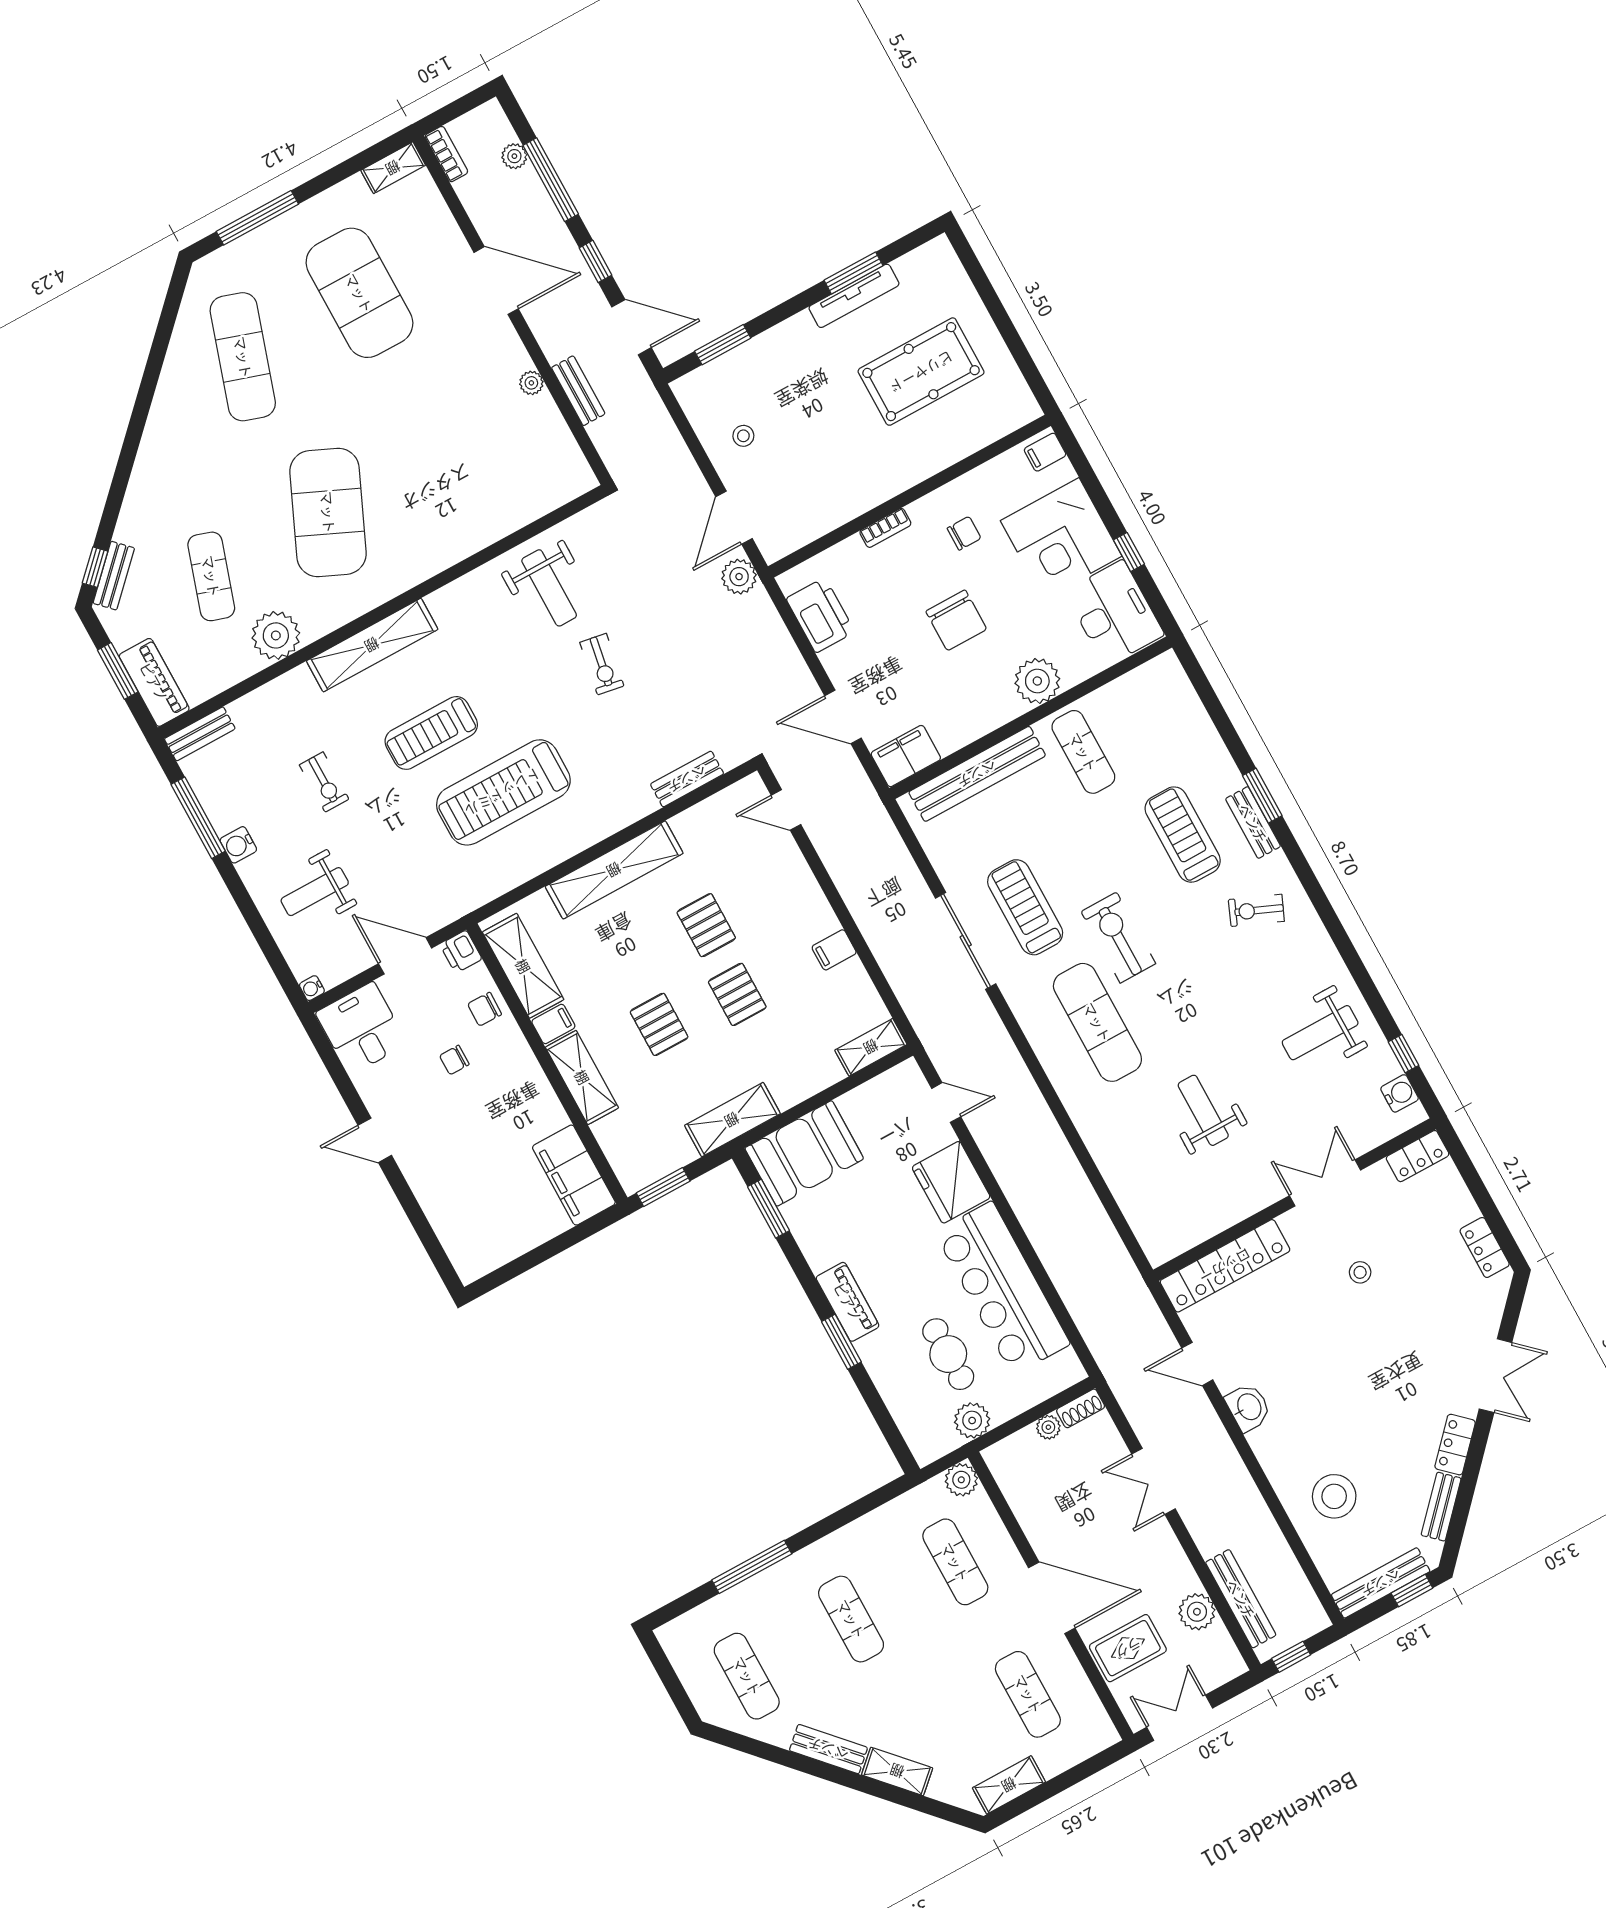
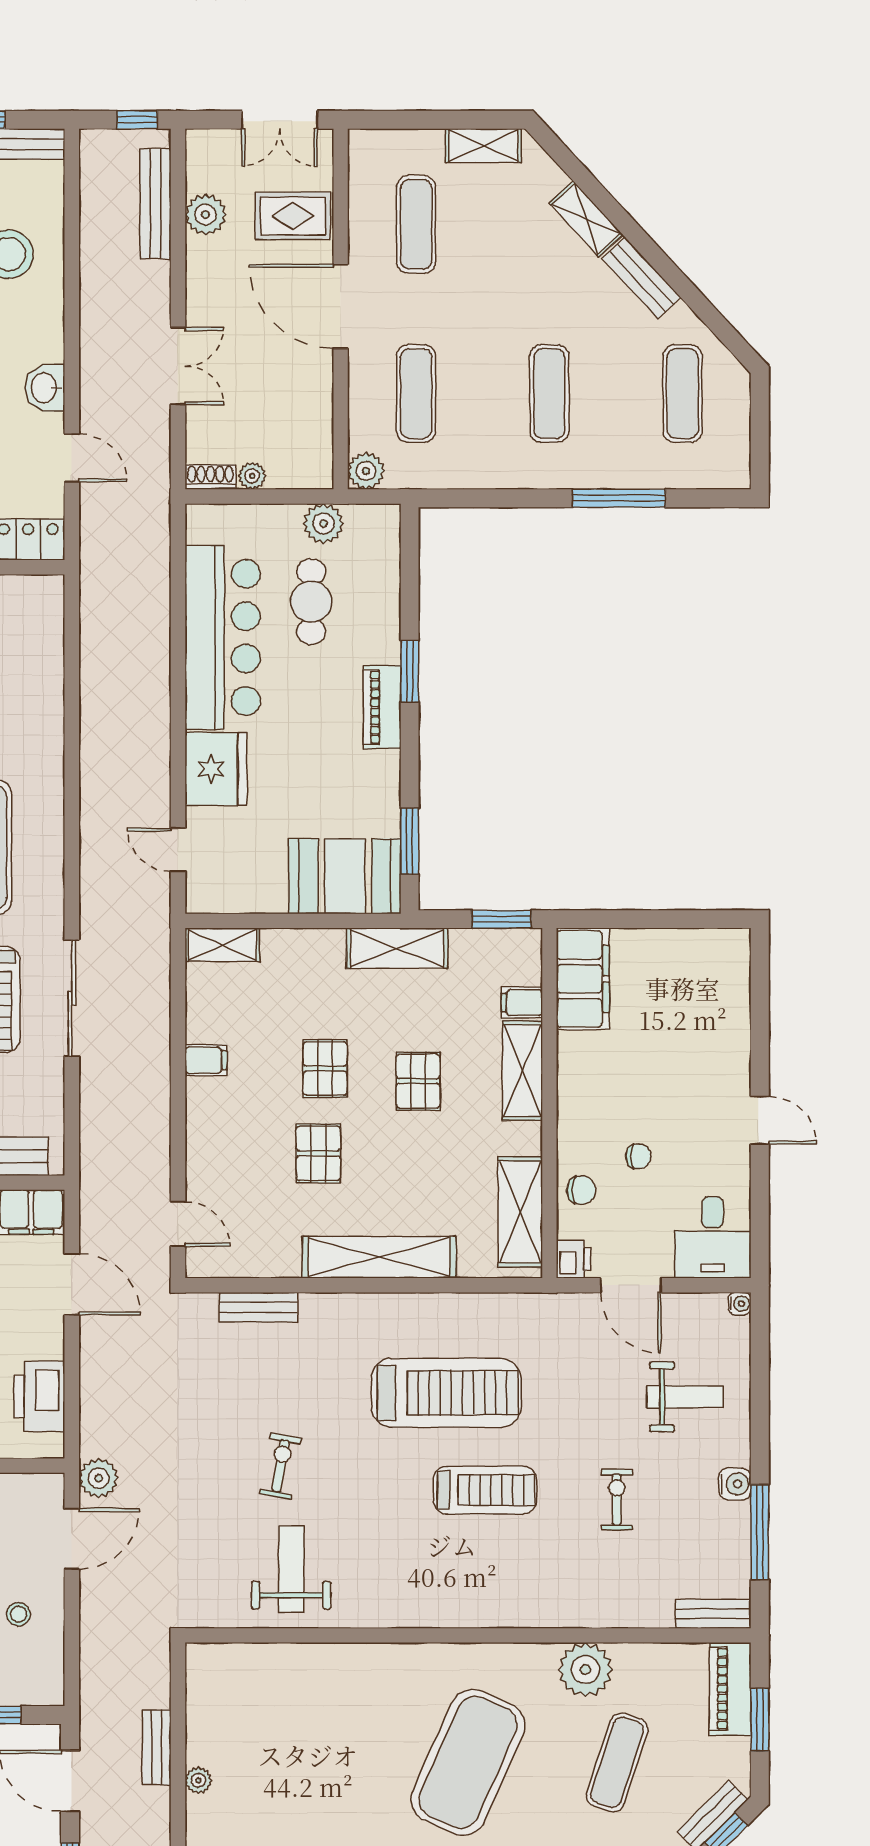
shelving: (372, 645) -> (496, 1608), removed
filing cabinet: (553, 1024) -> (522, 1003), moved

